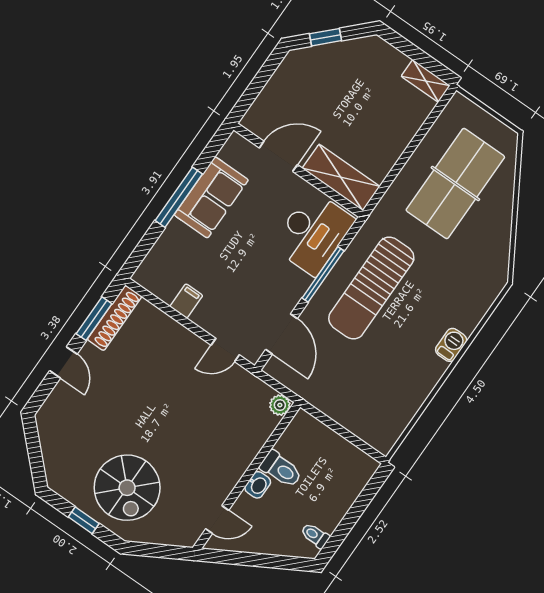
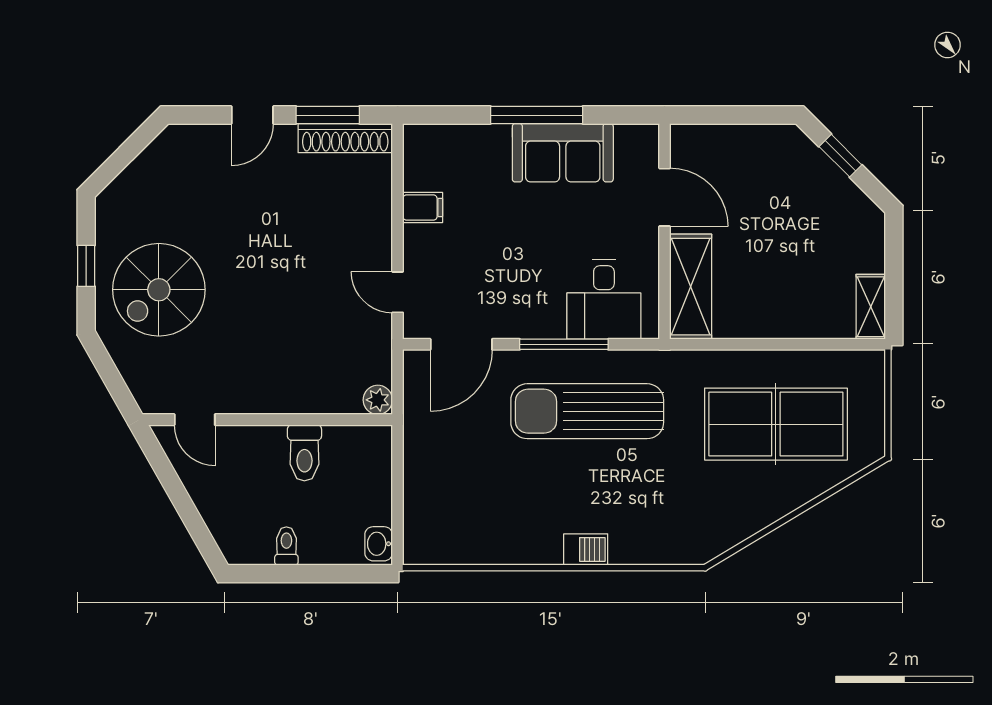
desk: (313, 233) -> (604, 299), width x0.73
washbasin: (258, 485) -> (379, 544), moved, turned 90
toilet: (315, 535) -> (286, 546), moved

